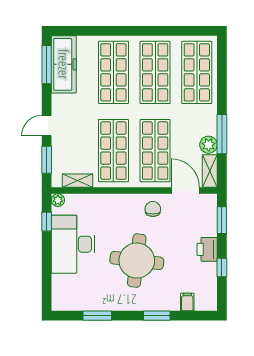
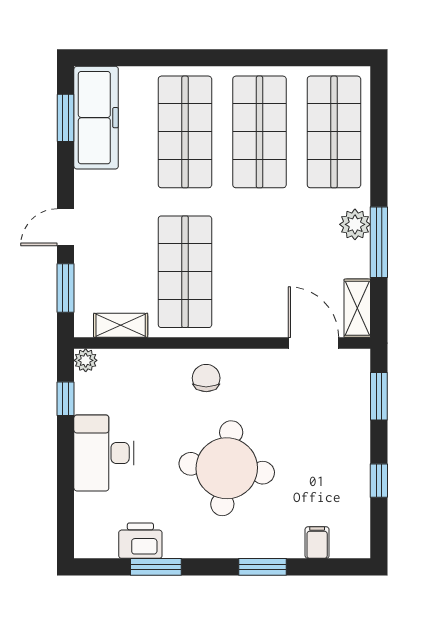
window: (47, 65) -> (66, 118), width x0.69
plant: (209, 145) -> (355, 224), moved
shop shelf: (155, 151) -> (259, 272), removed
chair: (153, 209) -> (206, 378), moved
desk: (73, 244) -> (104, 453), width x0.73, depth x0.77
printer: (207, 249) -> (140, 541), moved, turned 90

